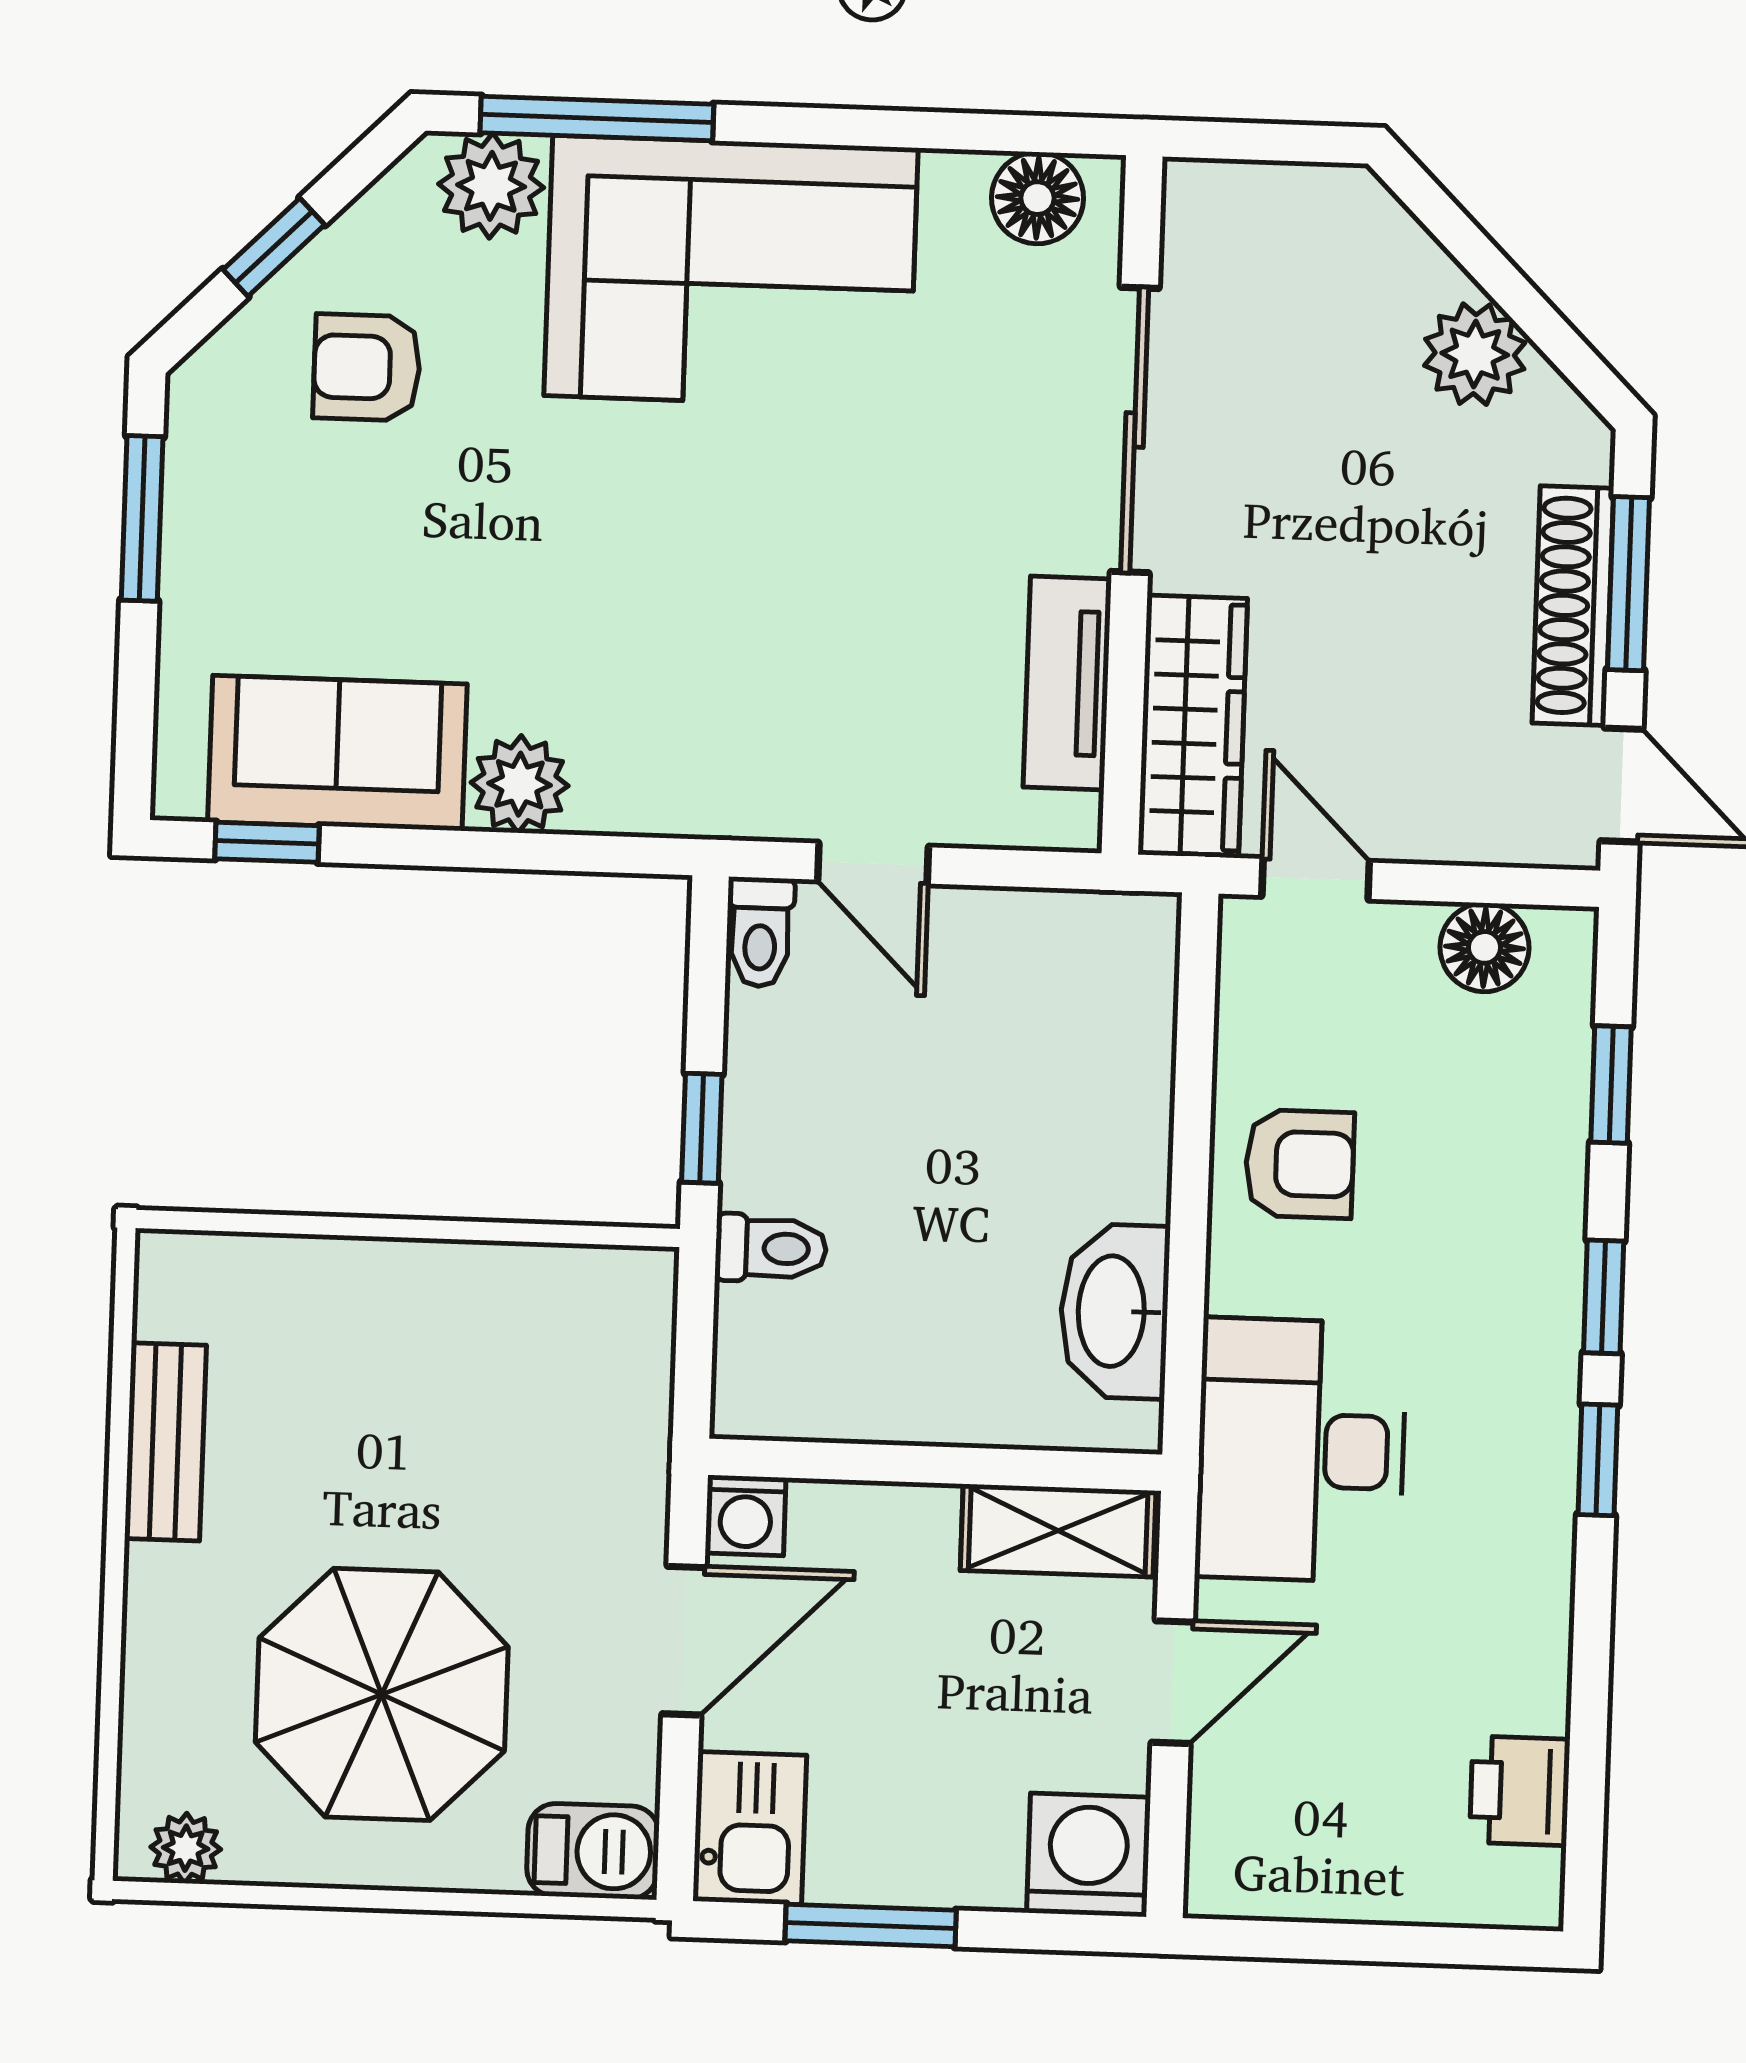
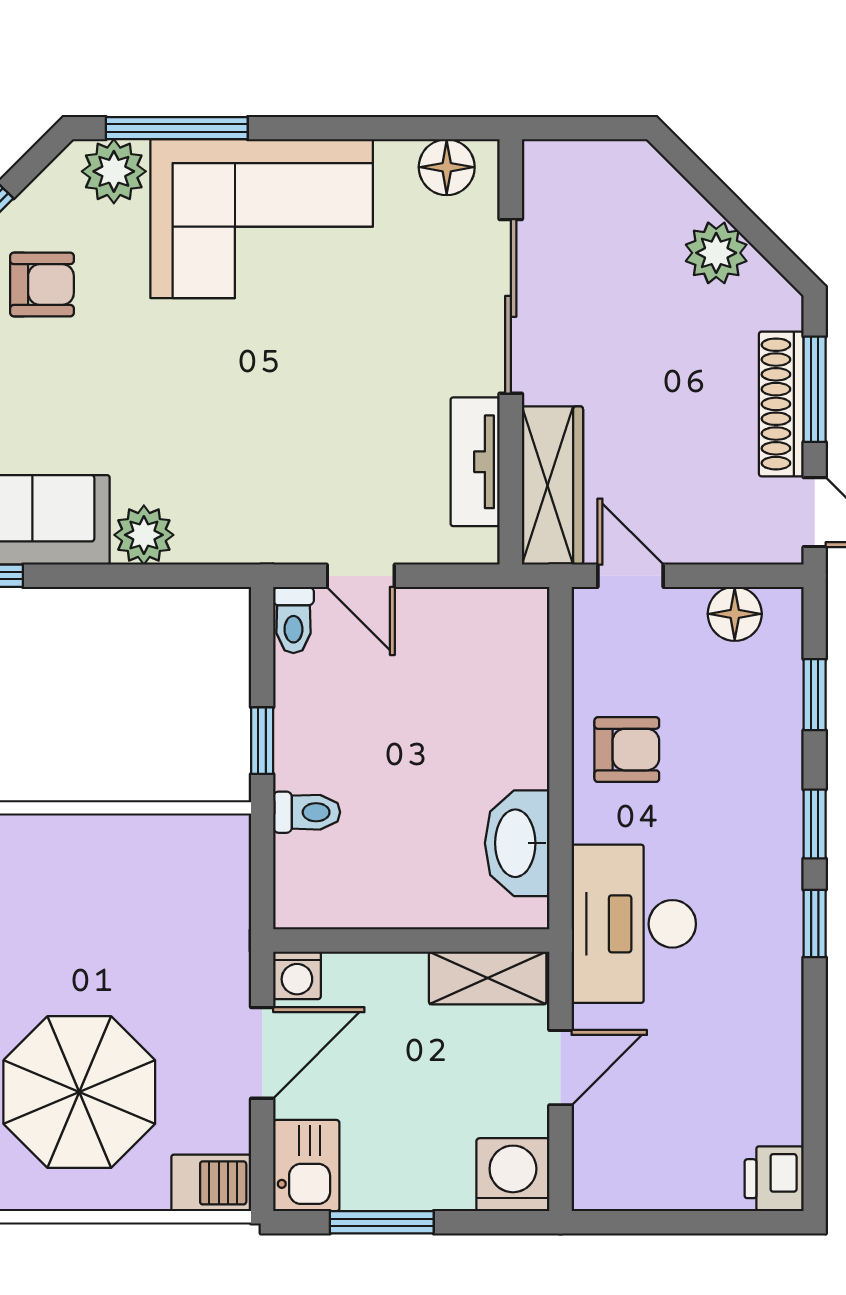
armchair: (367, 367) -> (42, 285), turned 180
printer: (1520, 1791) -> (774, 1179), moved

